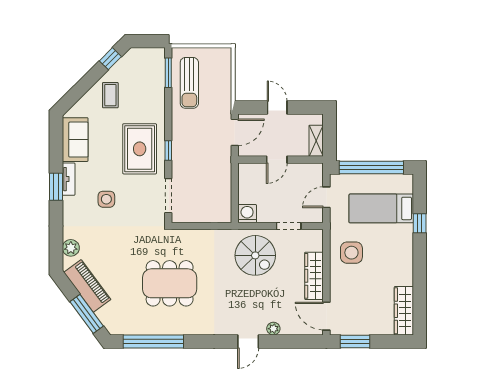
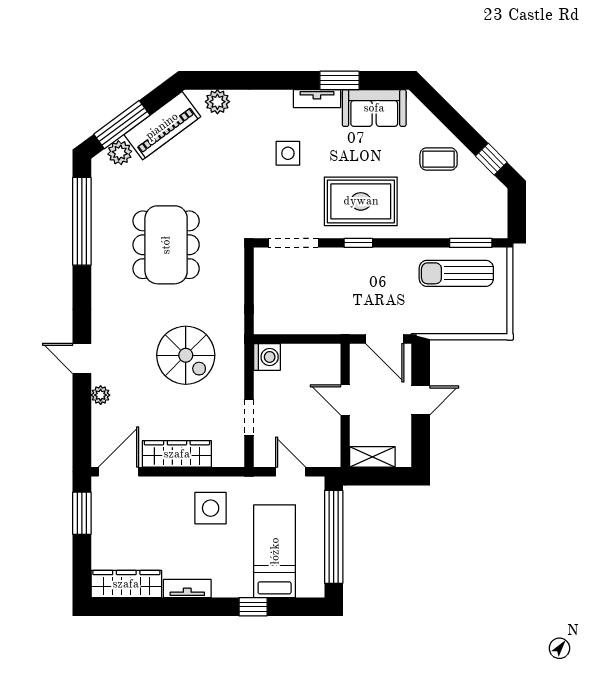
window: (56, 187) -> (339, 80), moved
spiral stairs: (255, 255) -> (186, 355), moved, turned -90
tv unit: (407, 269) -> (187, 589), added
plant: (106, 315) -> (120, 153), added

